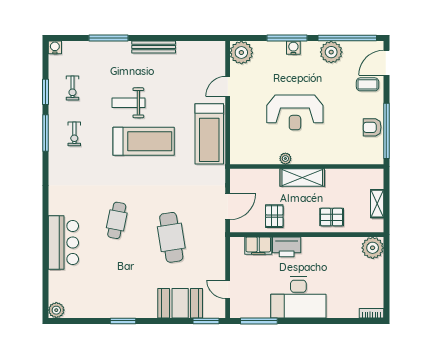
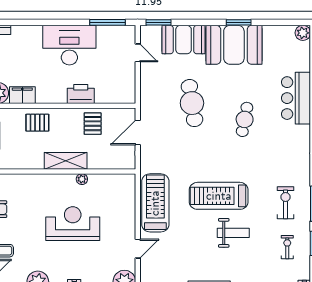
exercise bike: (74, 134) -> (285, 203), width x1.38, depth x1.39
filing cabinet: (258, 246) -> (22, 95), moved
booth: (128, 298) -> (234, 45), added

